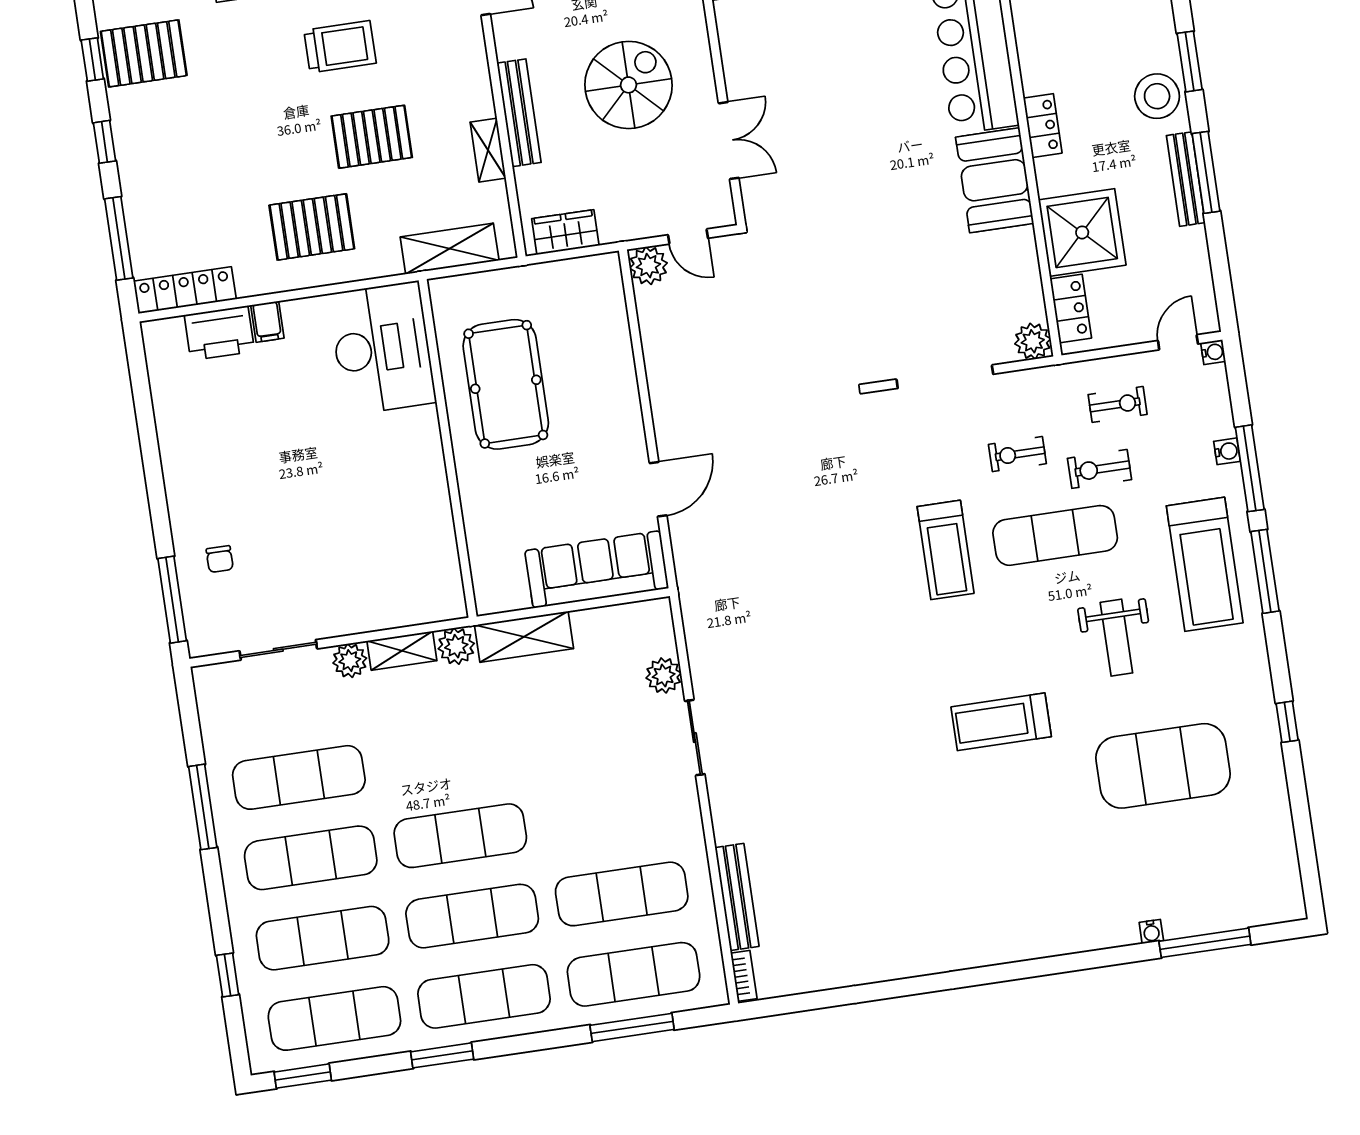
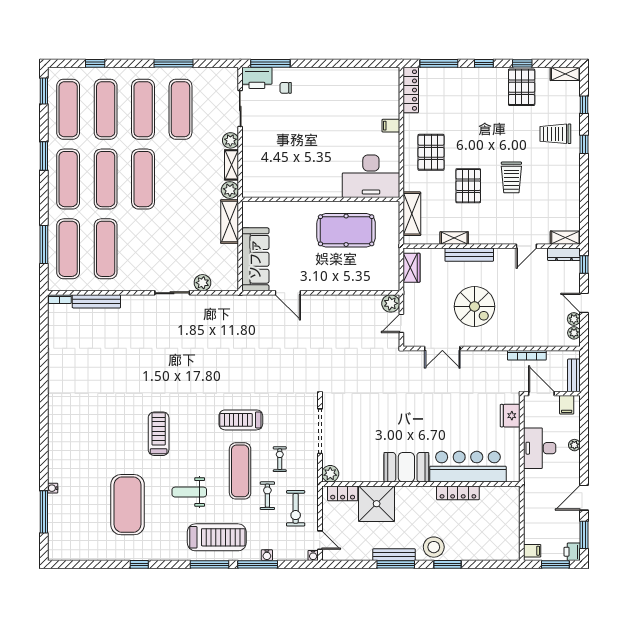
locker: (1043, 126) -> (458, 493), moved, width x1.53
printer: (219, 333) -> (257, 78), moved, turned -90
exercise bike: (1118, 404) -> (296, 508), width x1.38, depth x1.39
treadmill: (1205, 564) -> (217, 537), turned 180

